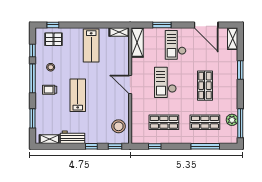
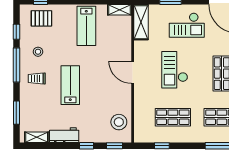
checkout: (176, 45) -> (187, 25), turned -90

